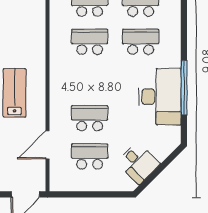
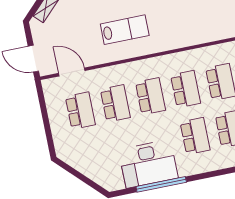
school desk: (90, 80) -> (150, 96), added
door: (47, 145) -> (72, 72), moved
desk: (138, 163) -> (83, 157), removed

